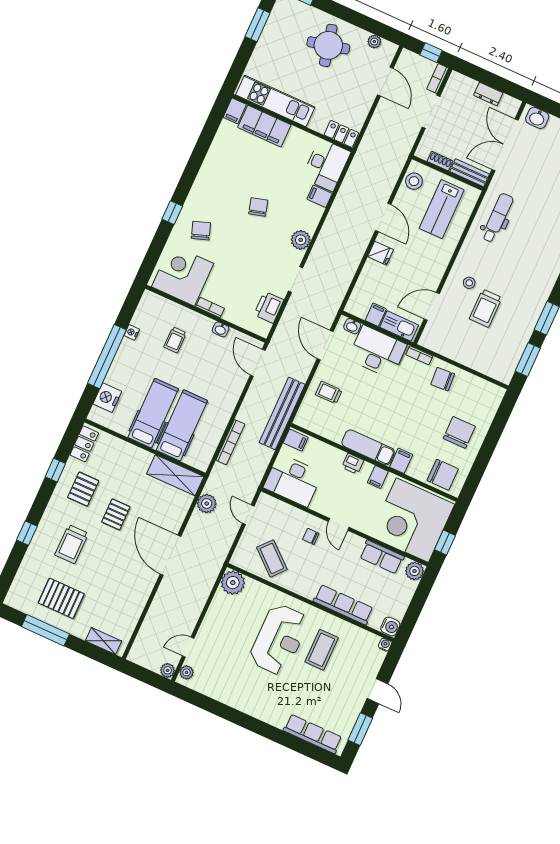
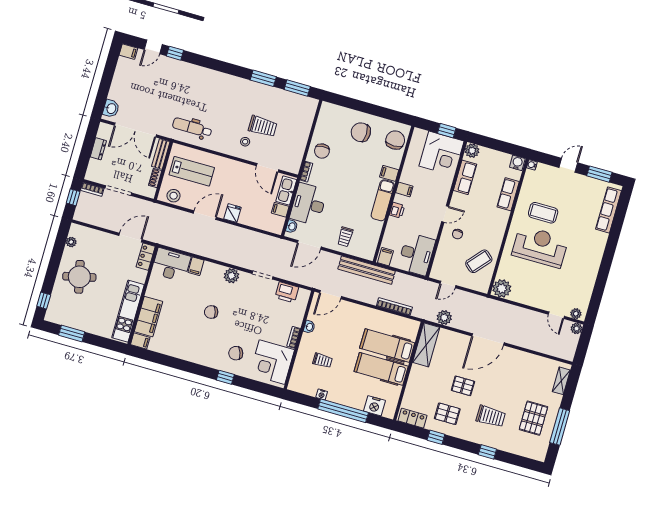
door: (385, 82) -> (130, 238), moved
corner desk: (412, 520) -> (442, 154), width x0.74, depth x0.74
row of seats: (343, 605) -> (508, 194), width x0.68

